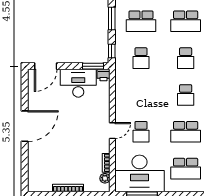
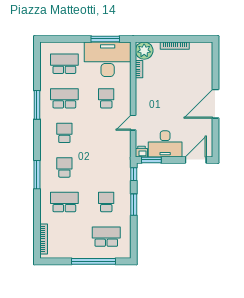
school desk: (141, 21) -> (106, 202), width x0.54
school desk: (141, 58) -> (106, 167), removed
door: (112, 131) -> (133, 123), moved
plant: (105, 178) -> (144, 51), width x1.88, depth x1.88

